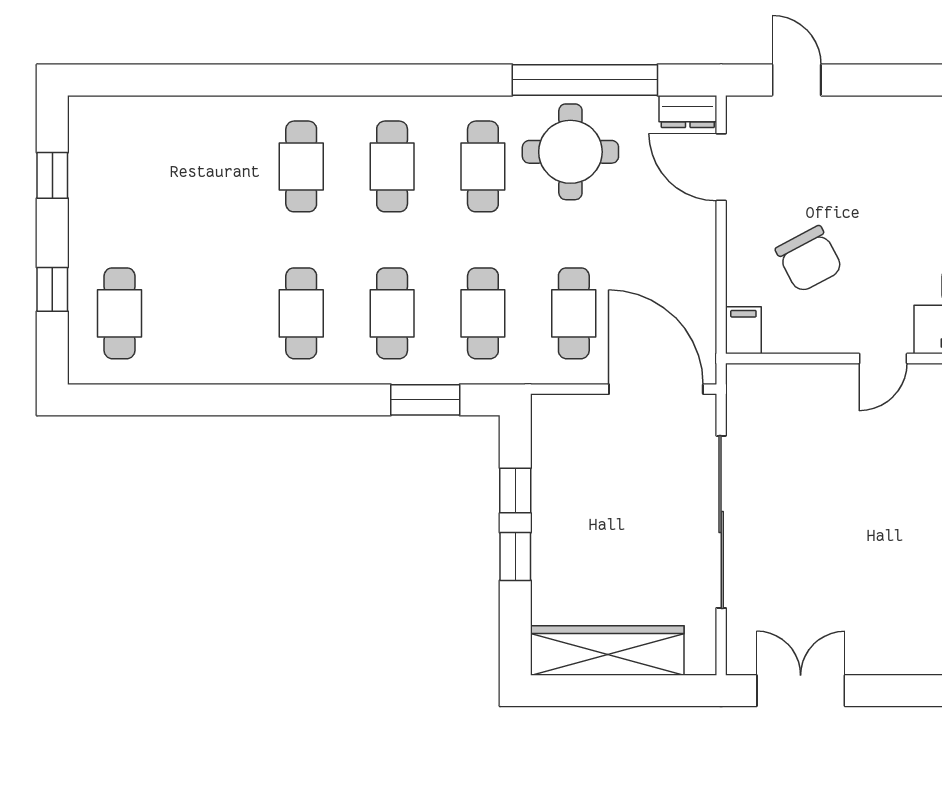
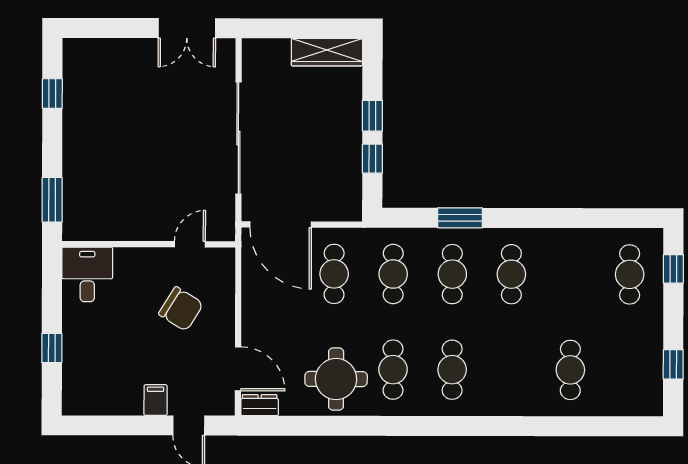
window: (585, 80) -> (327, 426), removed
cafe table: (301, 166) -> (570, 370), moved
chair: (809, 259) -> (181, 309), turned 150
window: (52, 289) -> (673, 269), moved
filing cabinet: (743, 330) -> (156, 400), moved, turned 180
door: (883, 359) -> (190, 244), moved
window: (425, 400) -> (460, 218), moved
wardrobe: (607, 651) -> (327, 52), width x0.71, depth x0.85

